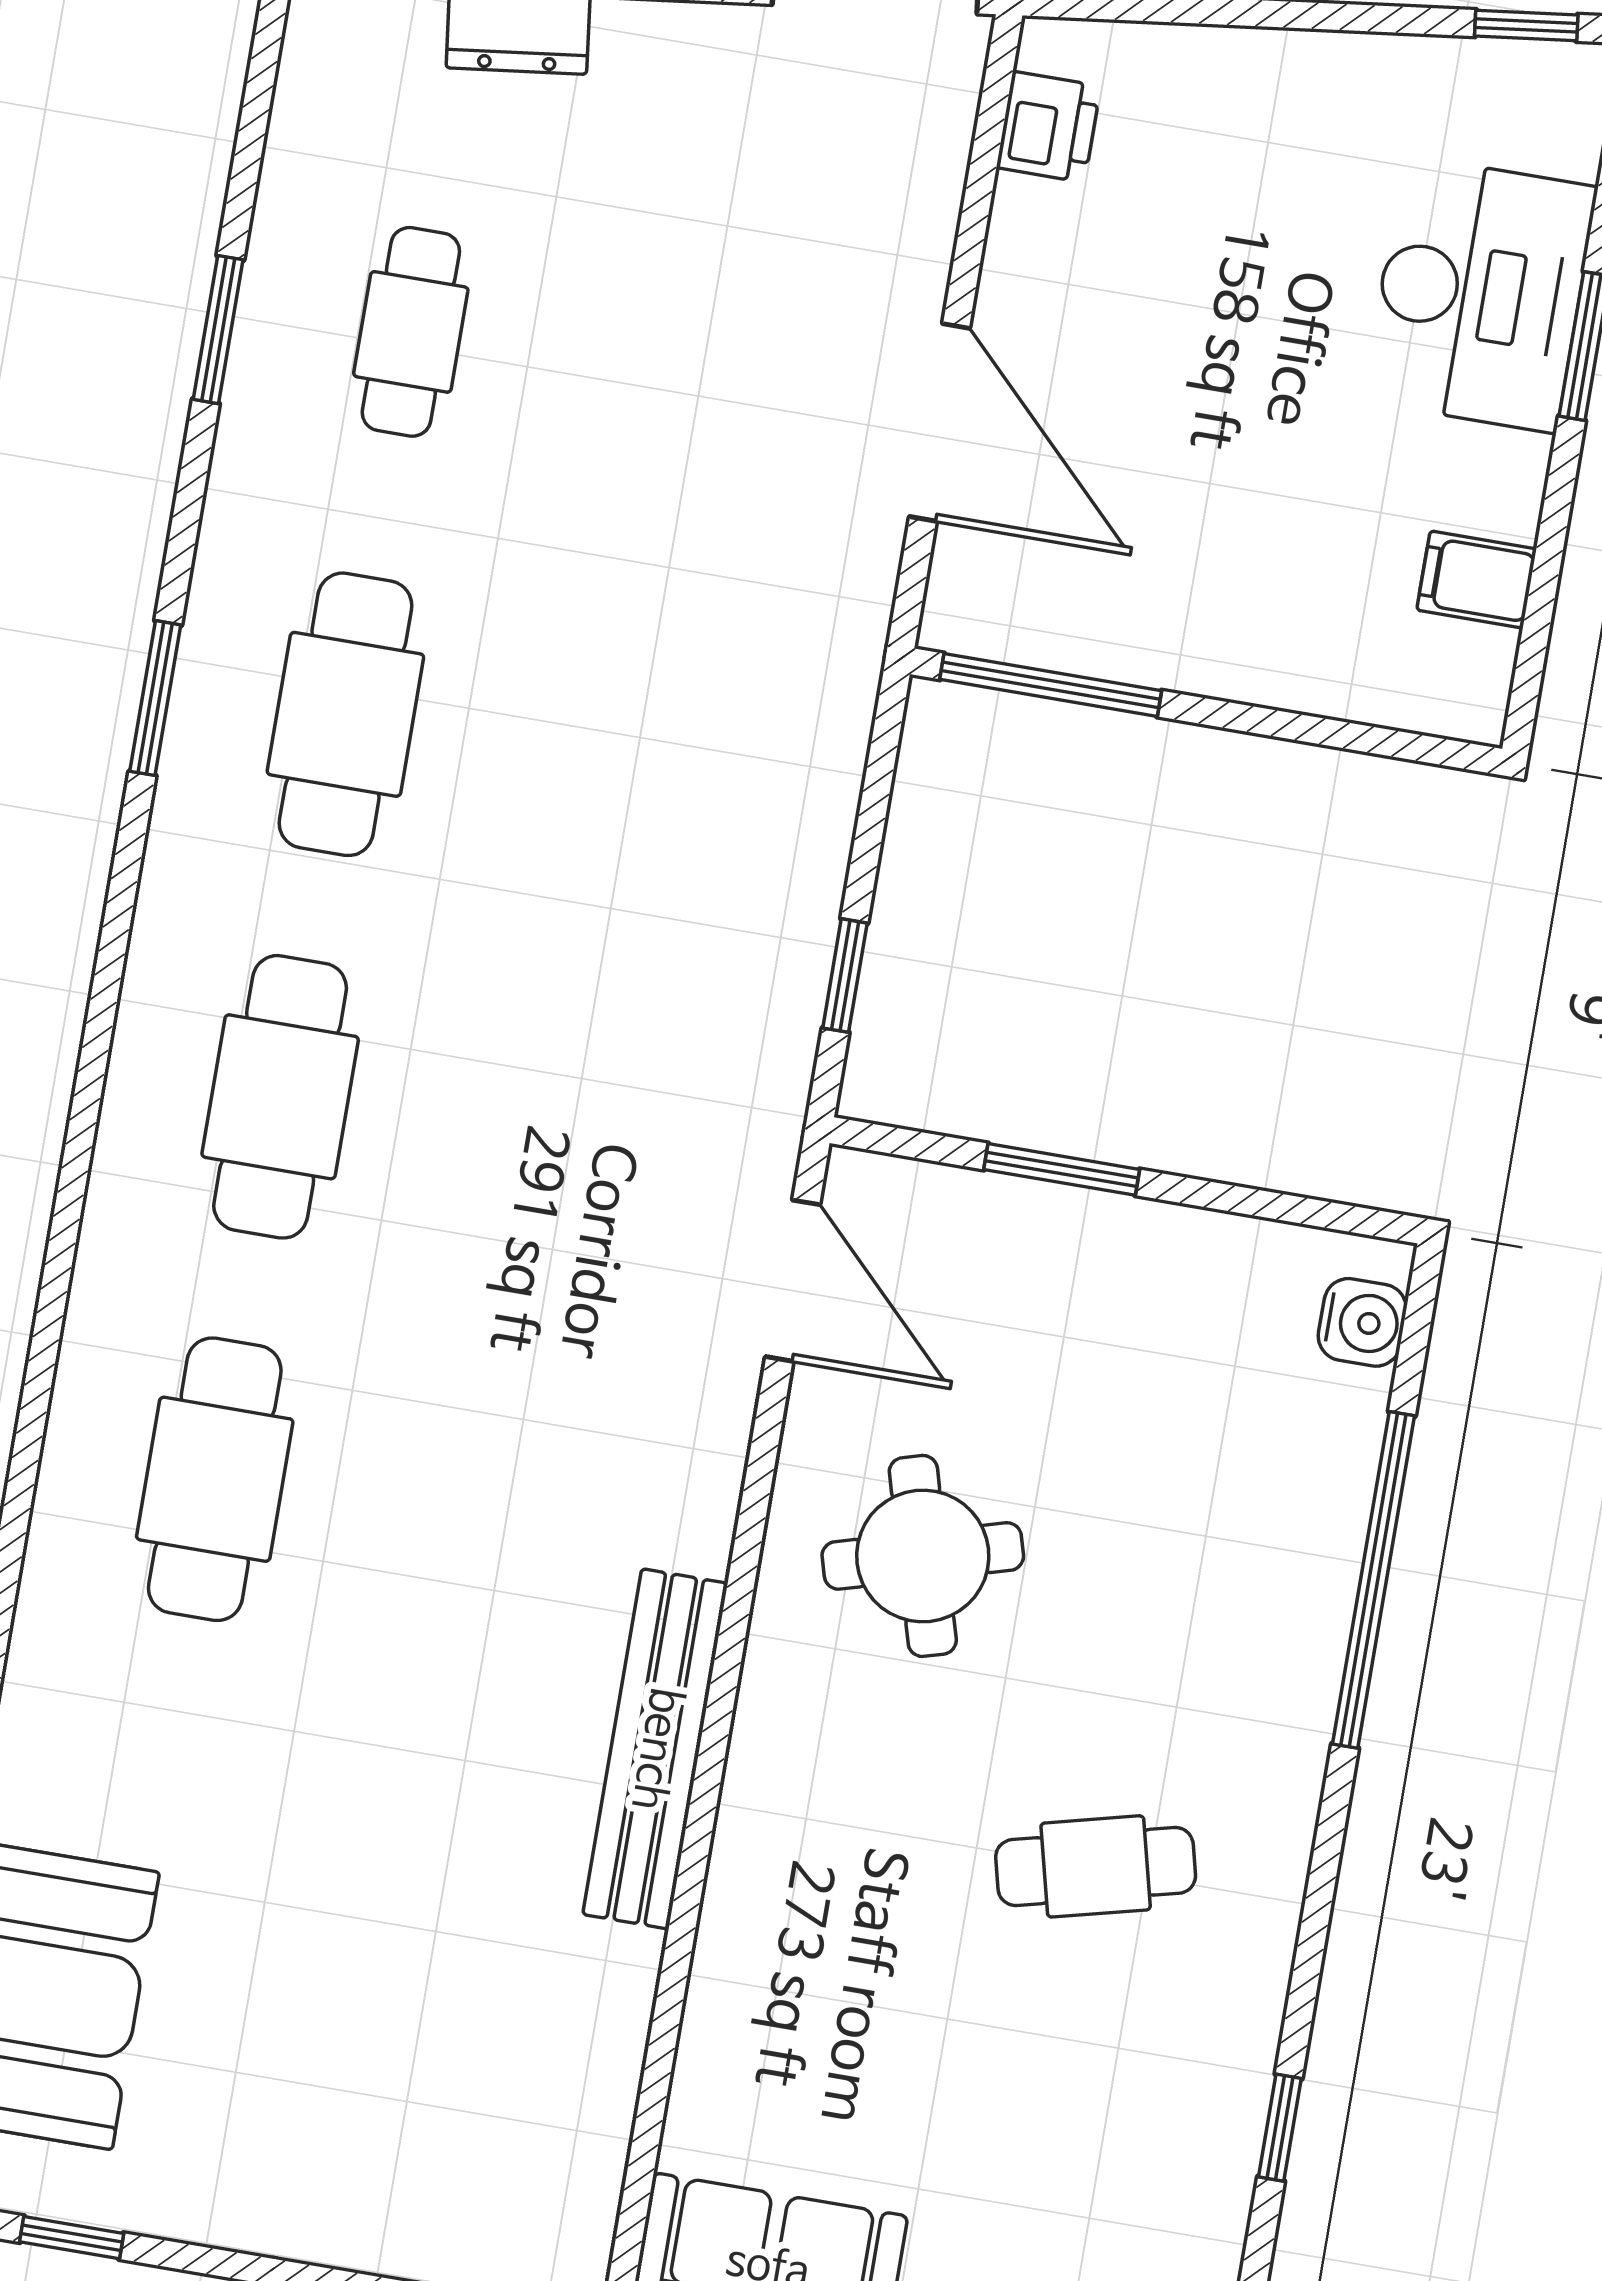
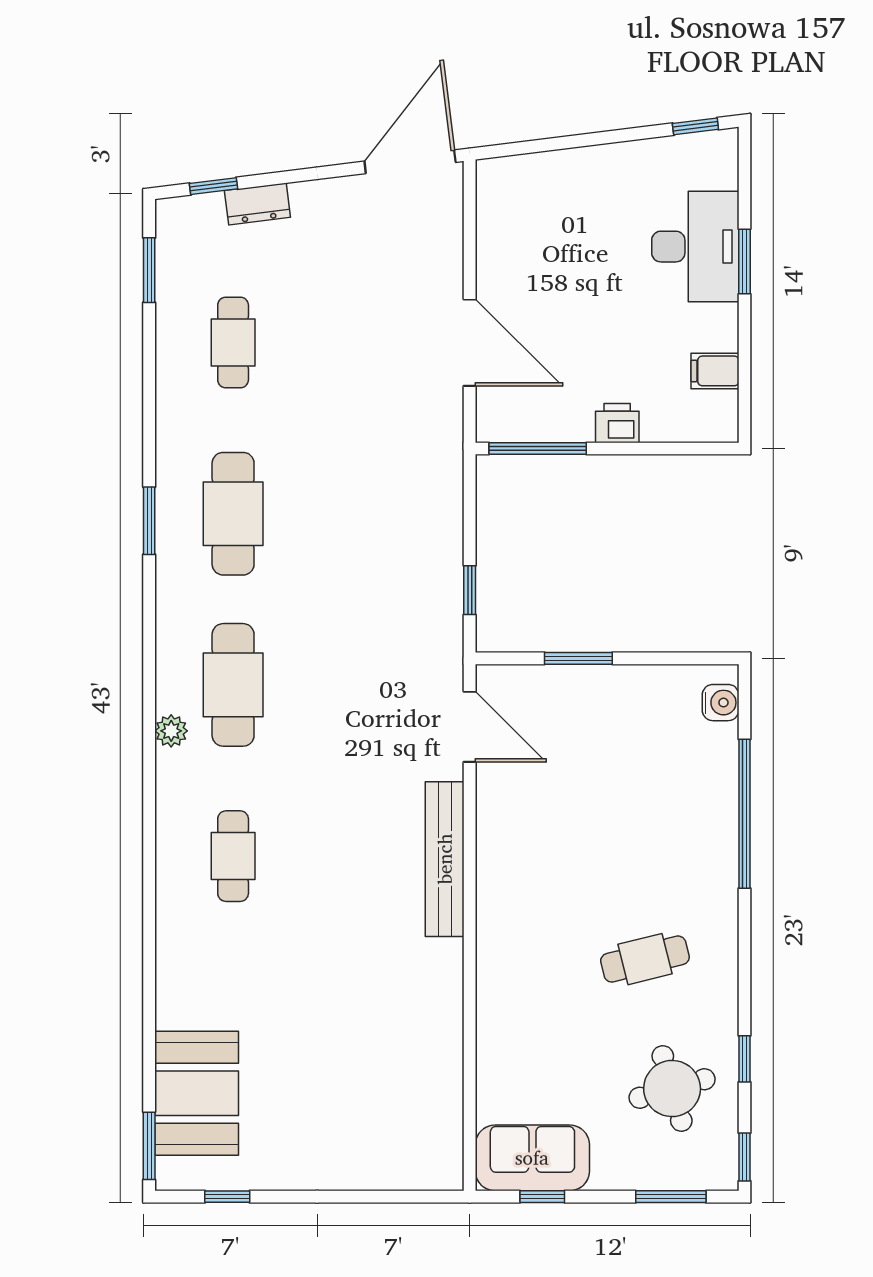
printer: (1048, 127) -> (617, 423), moved, turned -90
window: (218, 330) -> (149, 270), moved
plant: (124, 1176) -> (171, 731), added
cafe table: (215, 1479) -> (233, 856), width x0.73, depth x0.74
round table: (923, 1556) -> (672, 1088), moved
bench: (655, 1749) -> (445, 859), moved

